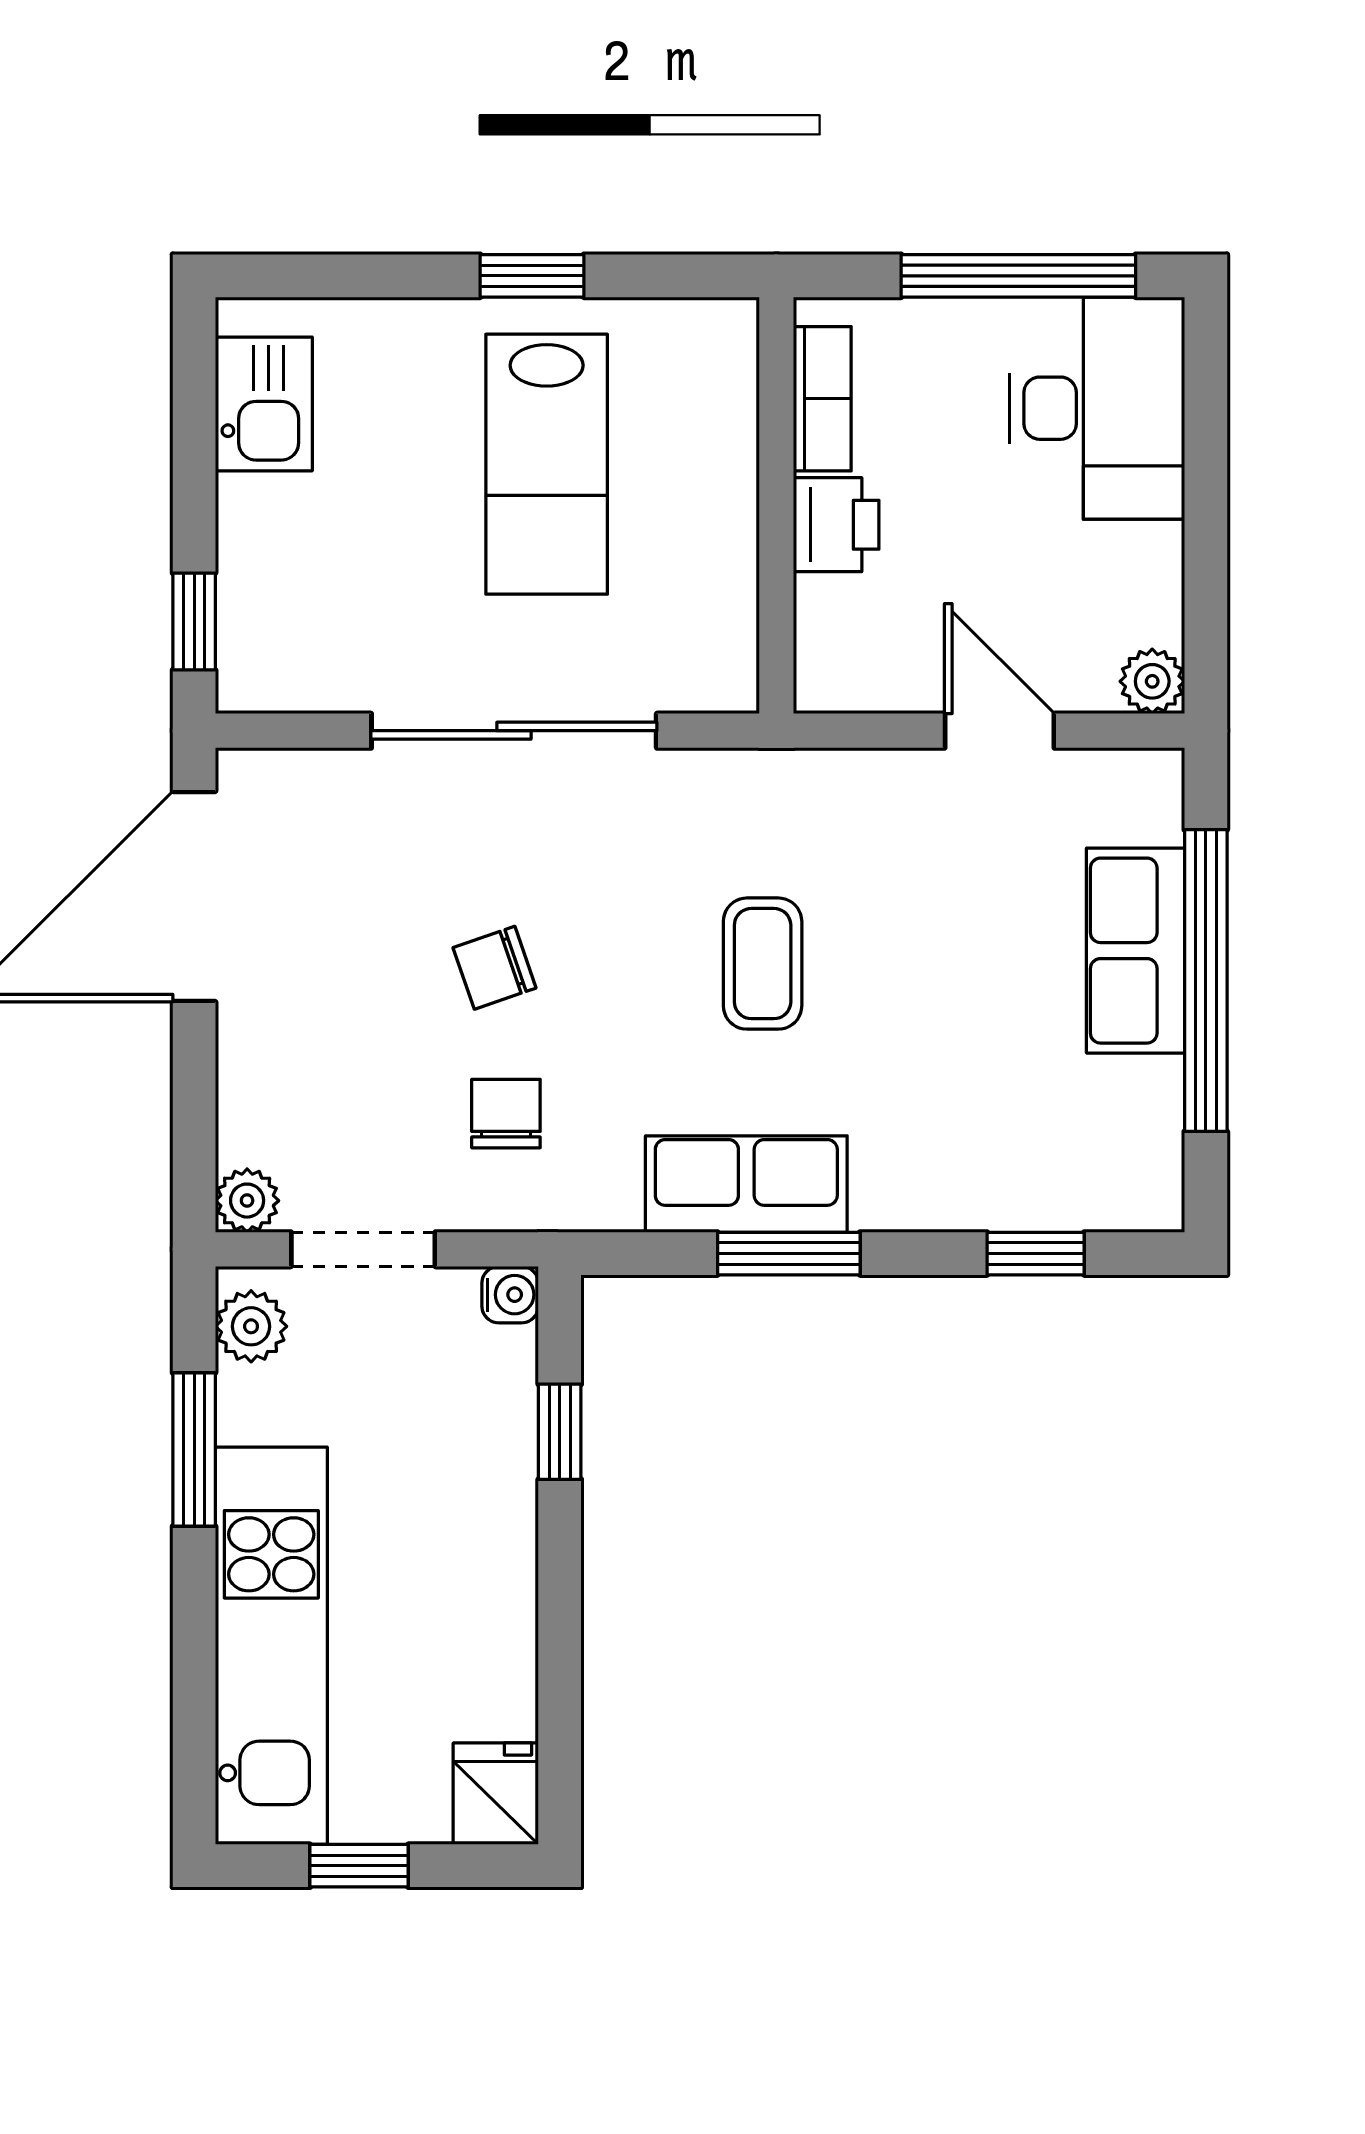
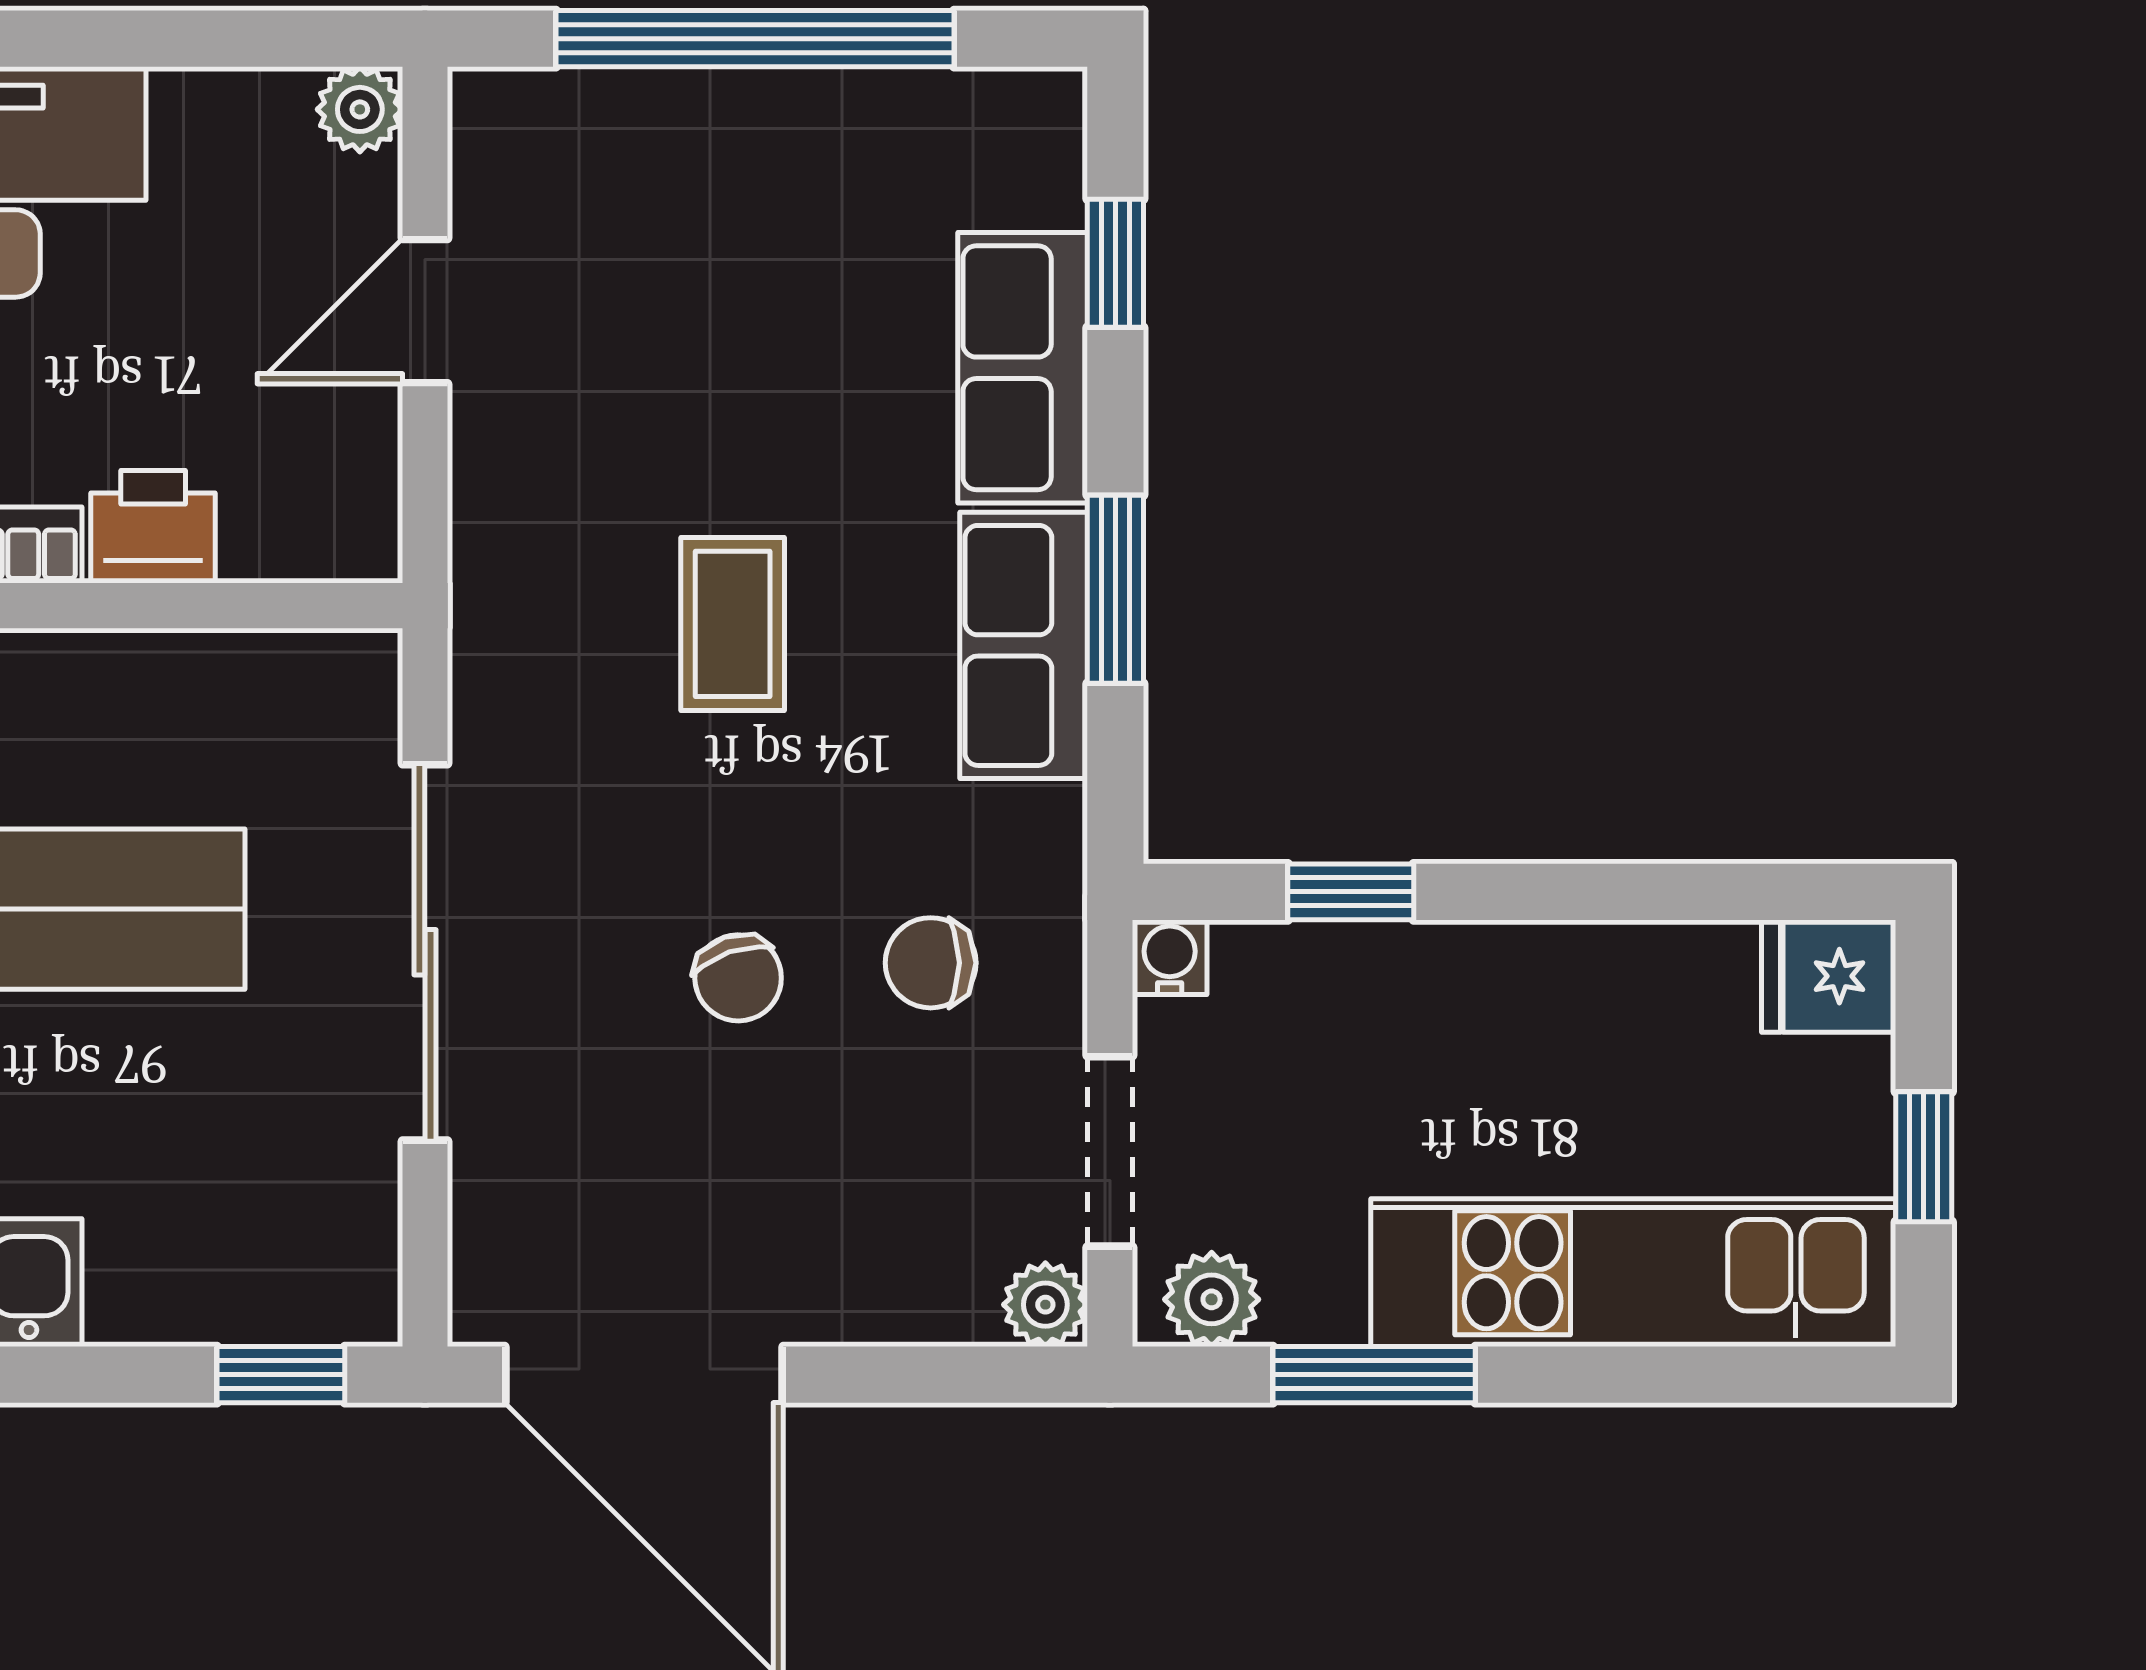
row of seats: (1136, 951) -> (1023, 368), moved, turned 90
coffee table: (763, 964) -> (733, 624), turned 90

